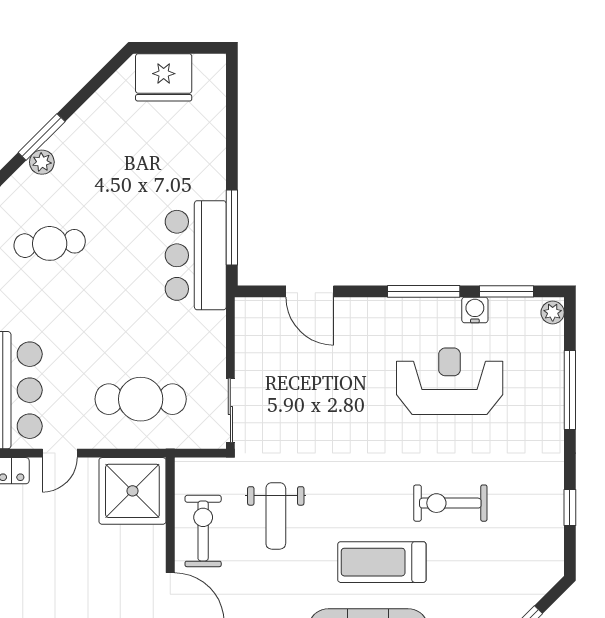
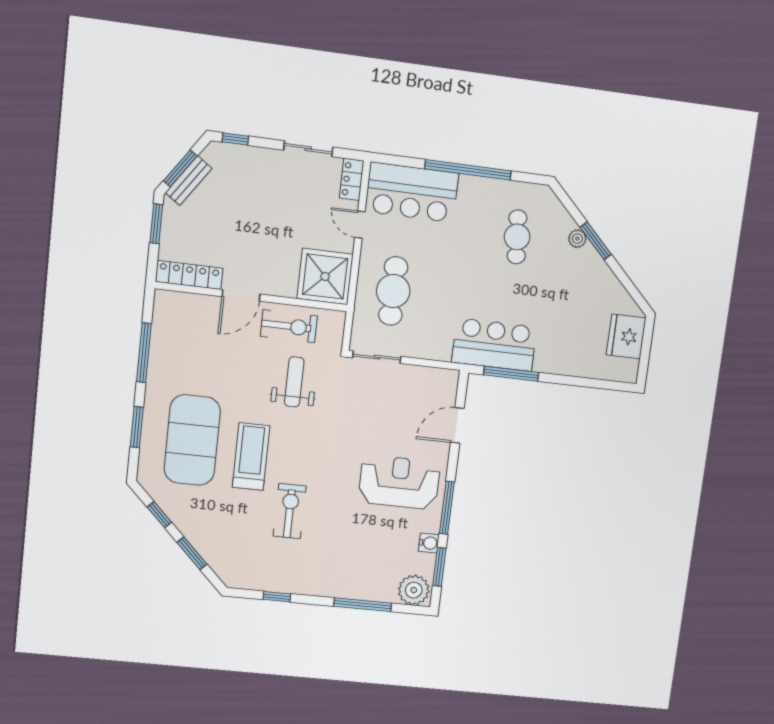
plant: (553, 312) -> (414, 590), width x1.87, depth x1.87
reception desk: (450, 381) -> (399, 482), moved, turned -90
weight bench: (276, 516) -> (294, 382), turned 90

